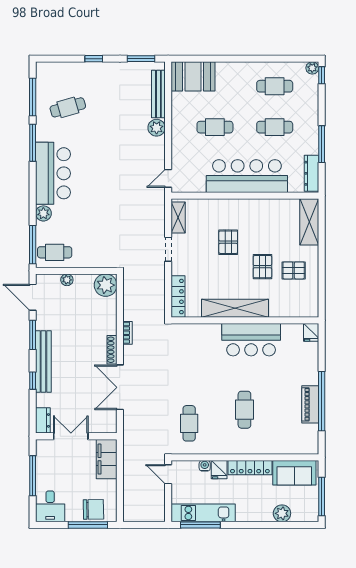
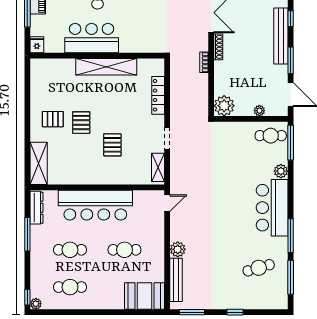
shelving: (235, 308) -> (106, 67), moved
wall: (245, 320) -> (97, 56), moved
fridge: (311, 332) -> (37, 45), moved
bar counter: (251, 340) -> (92, 38), moved

